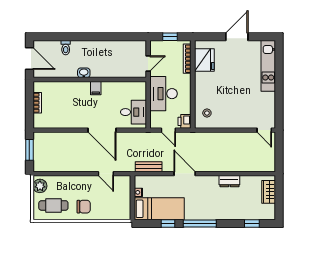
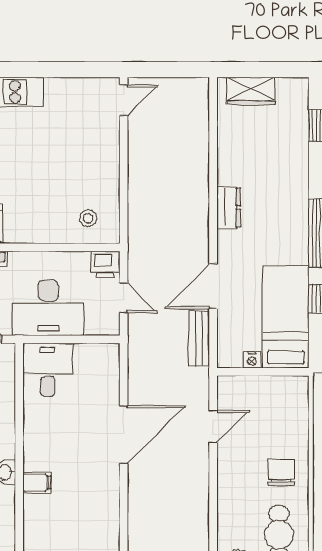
filing cabinet: (96, 88) -> (37, 482), moved
desk: (133, 112) -> (48, 370), moved
door: (168, 130) -> (124, 298), hinge flipped
door: (185, 174) -> (213, 286), moved
dresser: (229, 181) -> (229, 208), moved

